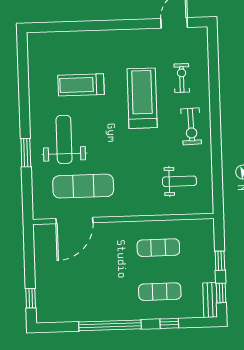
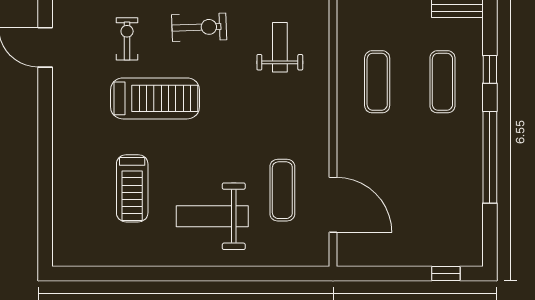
exercise bike: (182, 78) -> (127, 39), turned 90
treadmill: (142, 98) -> (155, 98), turned 180
window: (26, 153) -> (230, 273), removed
exercise mat: (83, 186) -> (282, 190), width x0.73, depth x0.69

